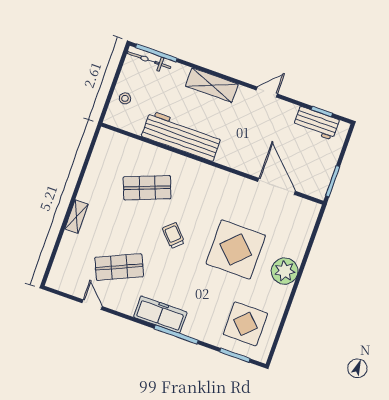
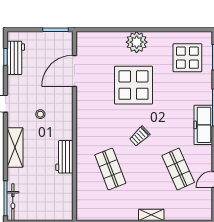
stool: (125, 98) -> (40, 114), moved
workbench: (182, 136) -> (64, 157), width x0.53, depth x0.76

